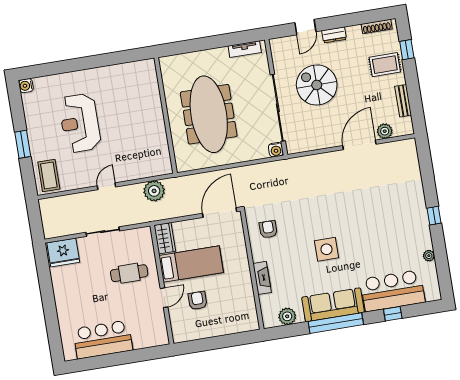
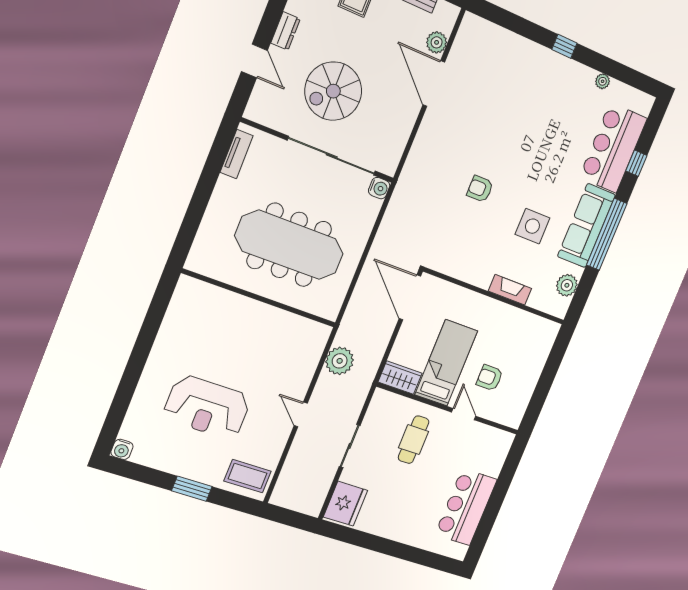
armchair: (268, 229) -> (480, 189), moved
side table: (327, 249) -> (532, 226), moved

